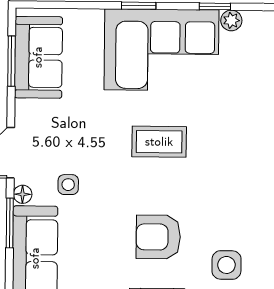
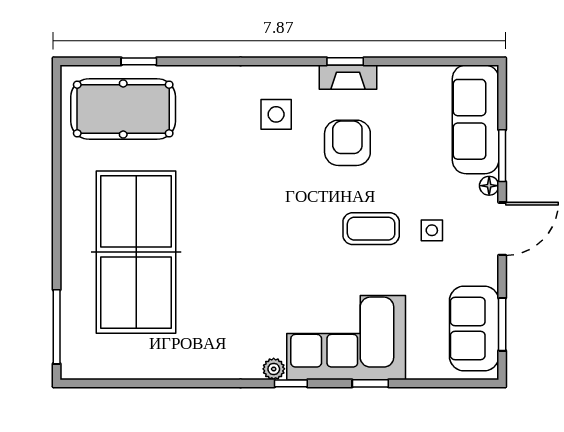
coffee table: (159, 142) -> (371, 229), moved
side table: (68, 185) -> (432, 230), moved
armchair: (158, 237) -> (347, 143), turned -90

